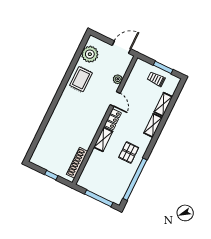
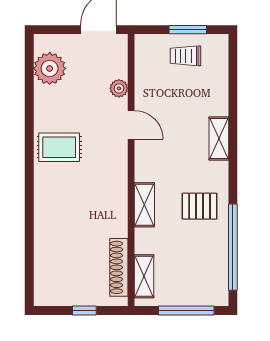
rug: (81, 79) -> (59, 147), moved, turned 90
shelving: (163, 104) -> (144, 276), moved
locker: (113, 119) -> (144, 162), removed
pallet: (129, 152) -> (200, 206), turned 90

